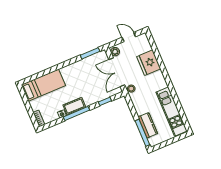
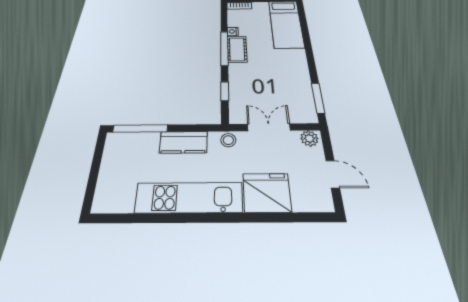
door: (129, 37) -> (333, 174), hinge flipped
double door: (117, 72) -> (269, 127), width x0.73
kitchen unit: (172, 112) -> (189, 197), moved
kitchen counter: (148, 125) -> (184, 142), moved

